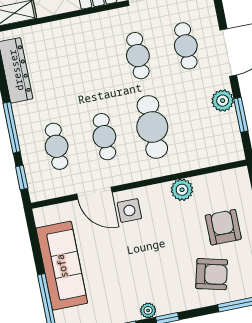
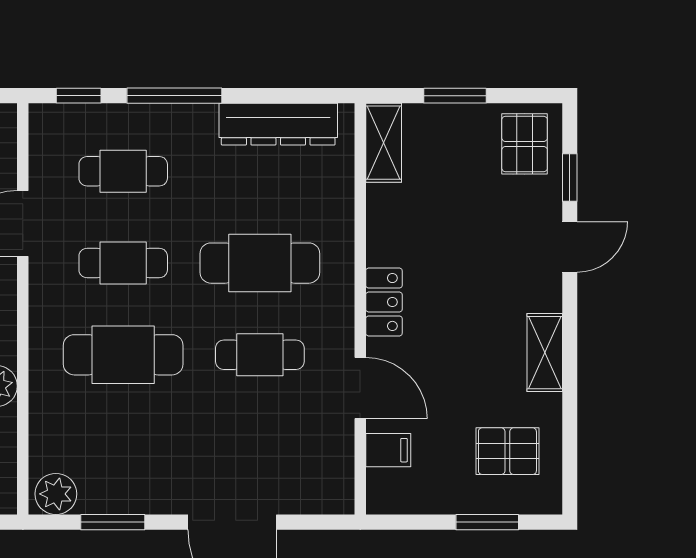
cafe table: (186, 46) -> (260, 263), moved, width x1.37, depth x1.35
plant: (223, 101) -> (56, 494), moved

